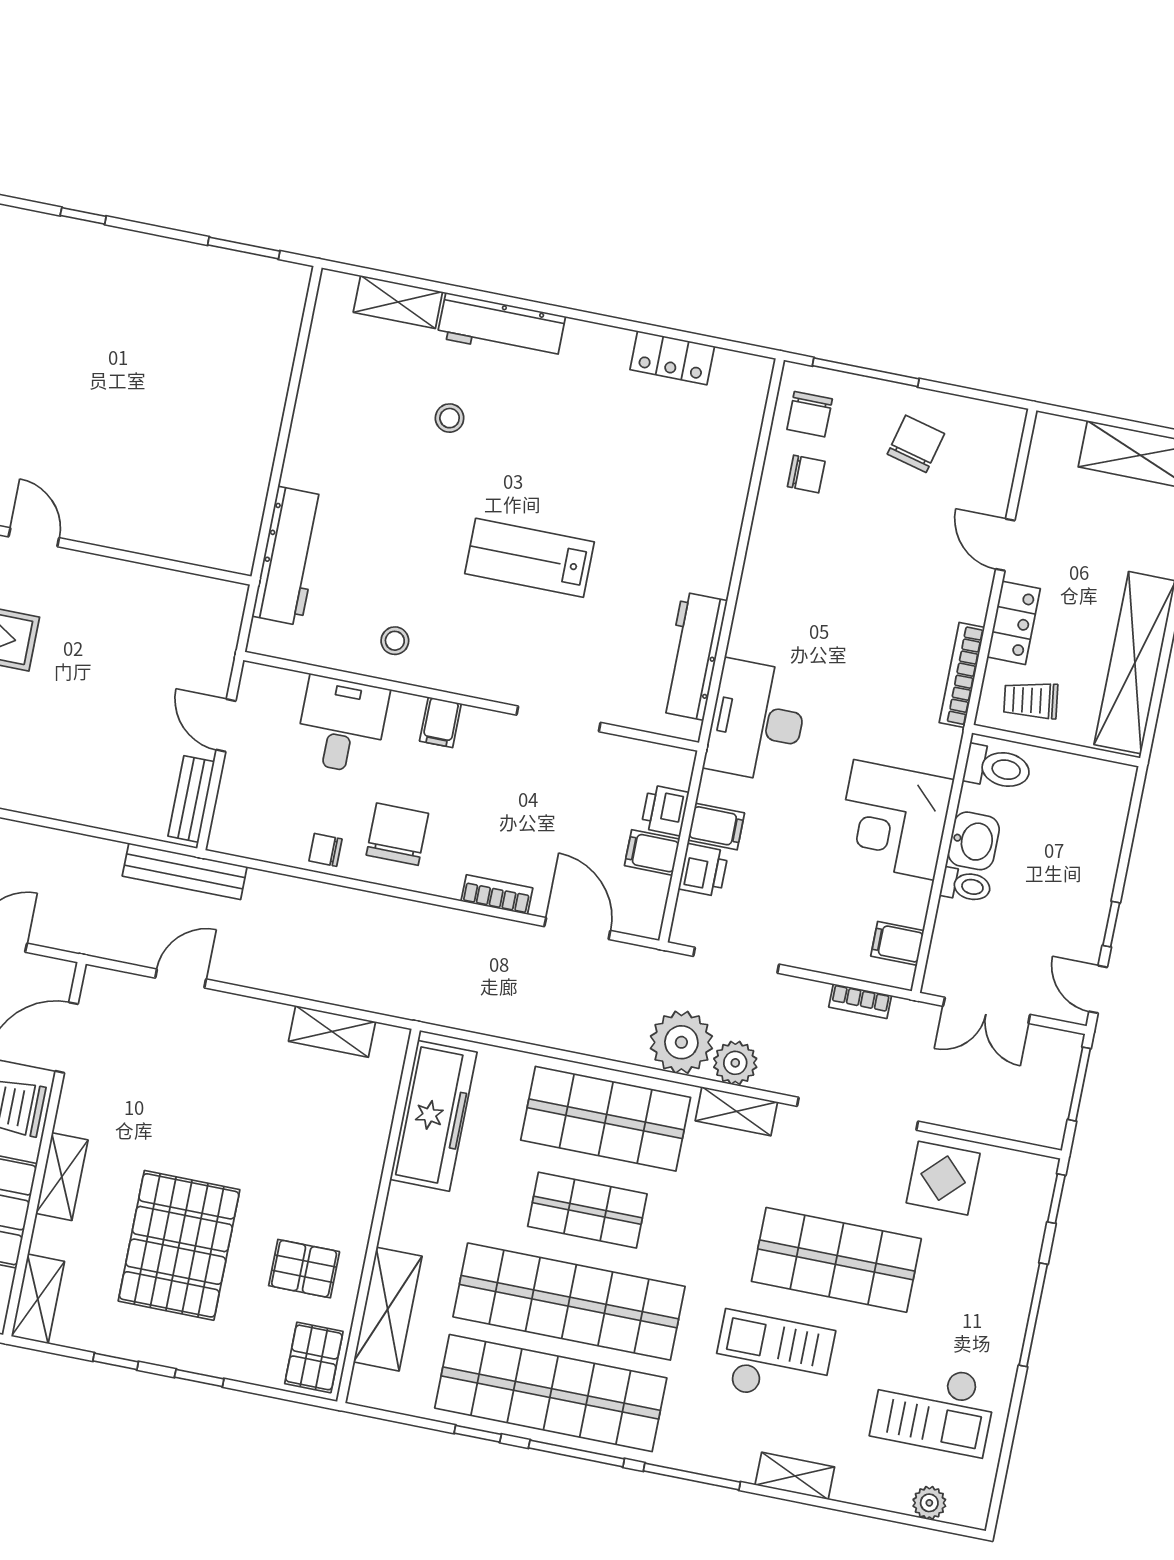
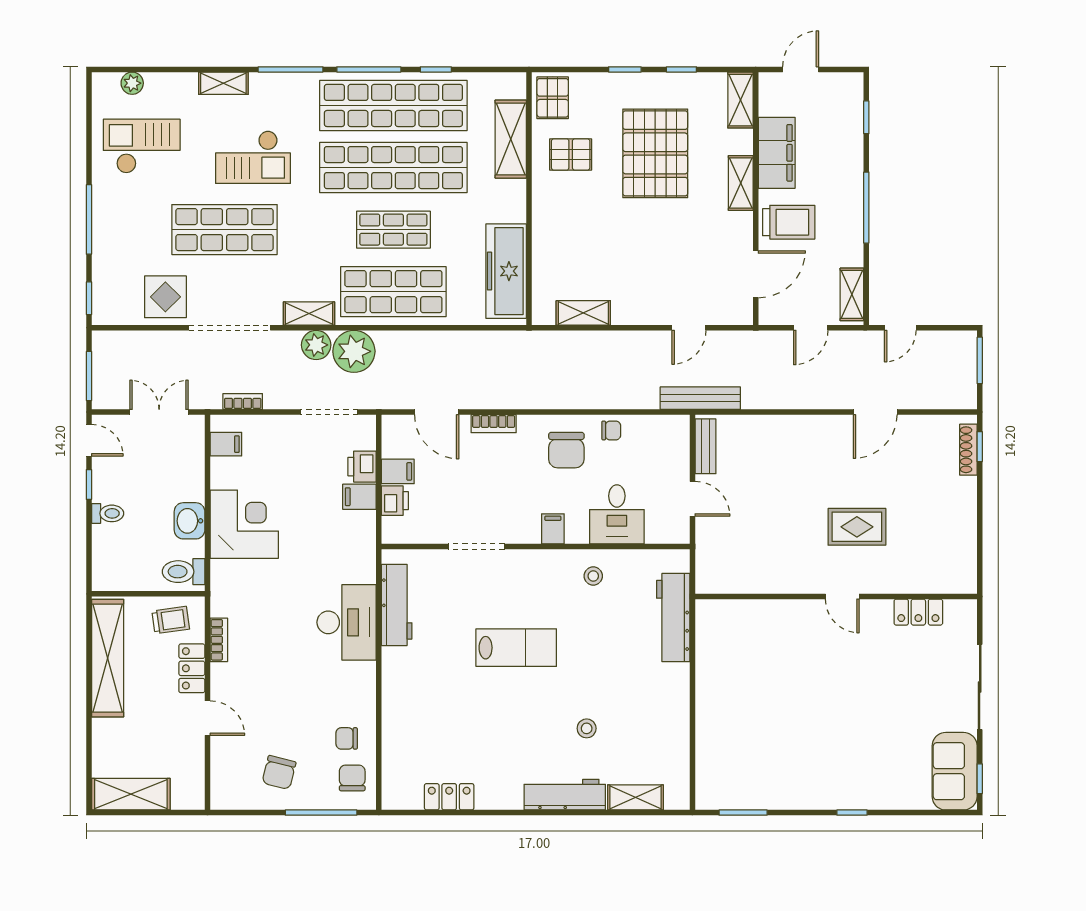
bookcase: (962, 675) -> (219, 640), width x0.64
desk: (757, 721) -> (347, 622), moved
toilet: (966, 886) -> (108, 513), moved, turned 180

